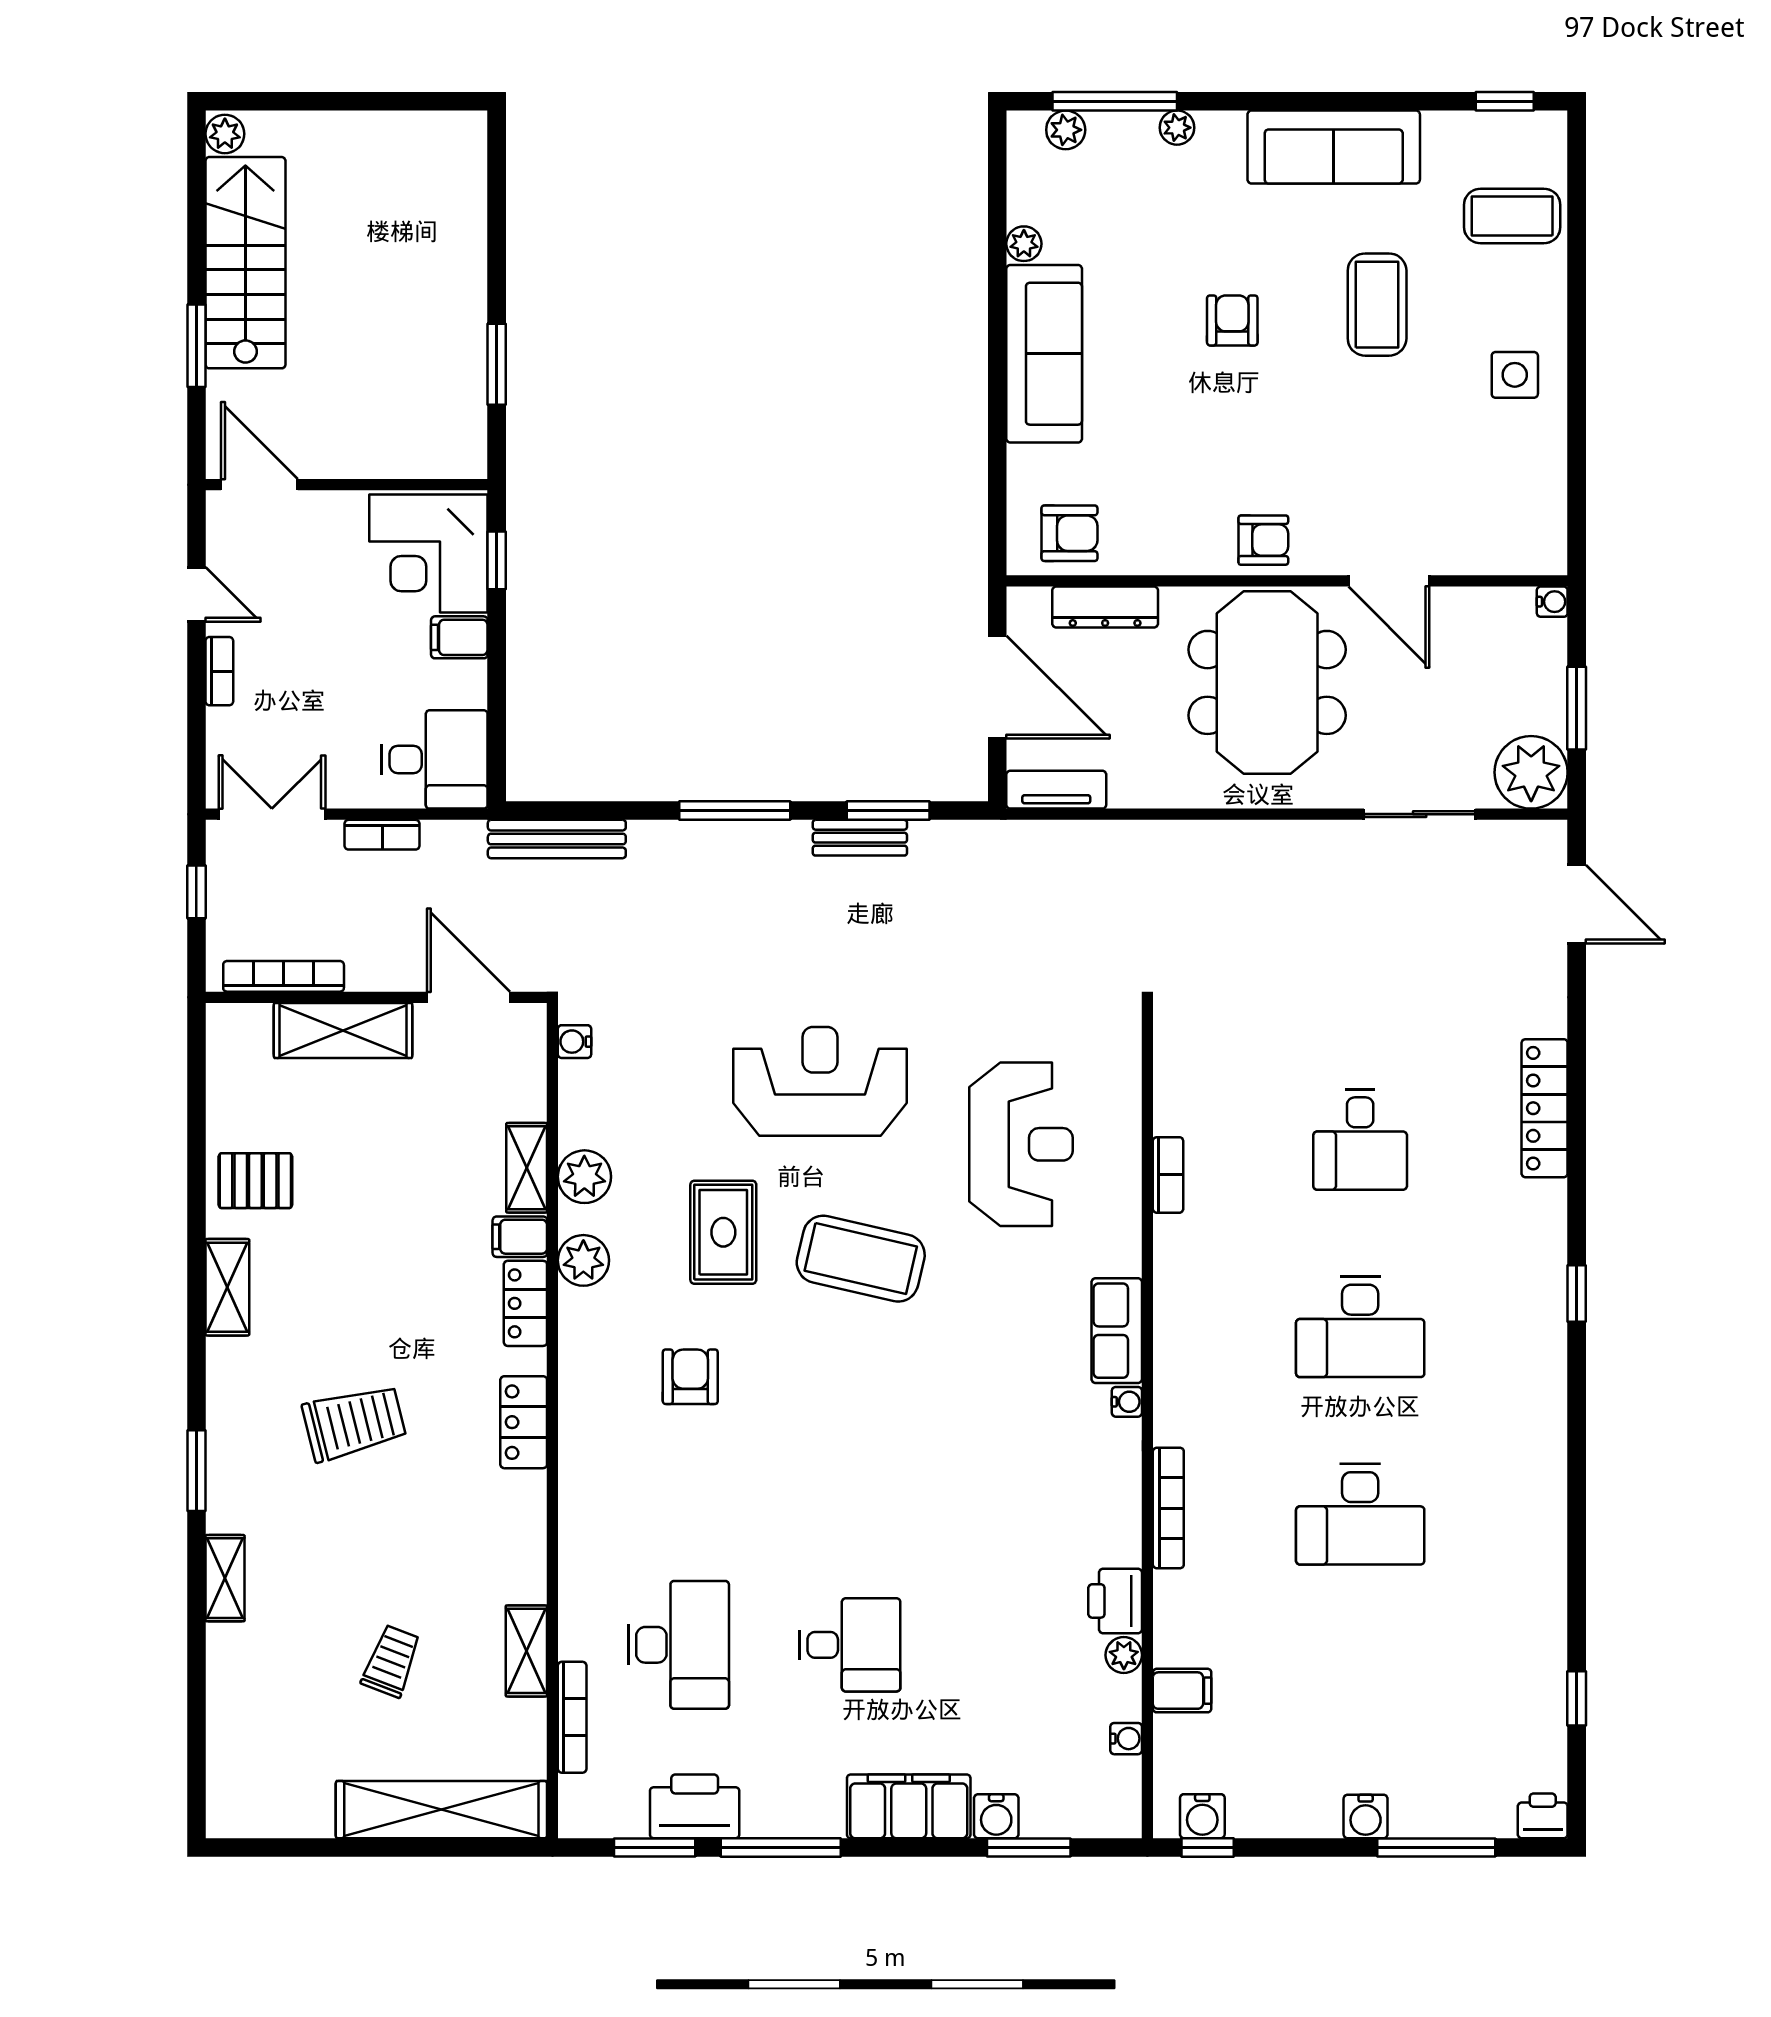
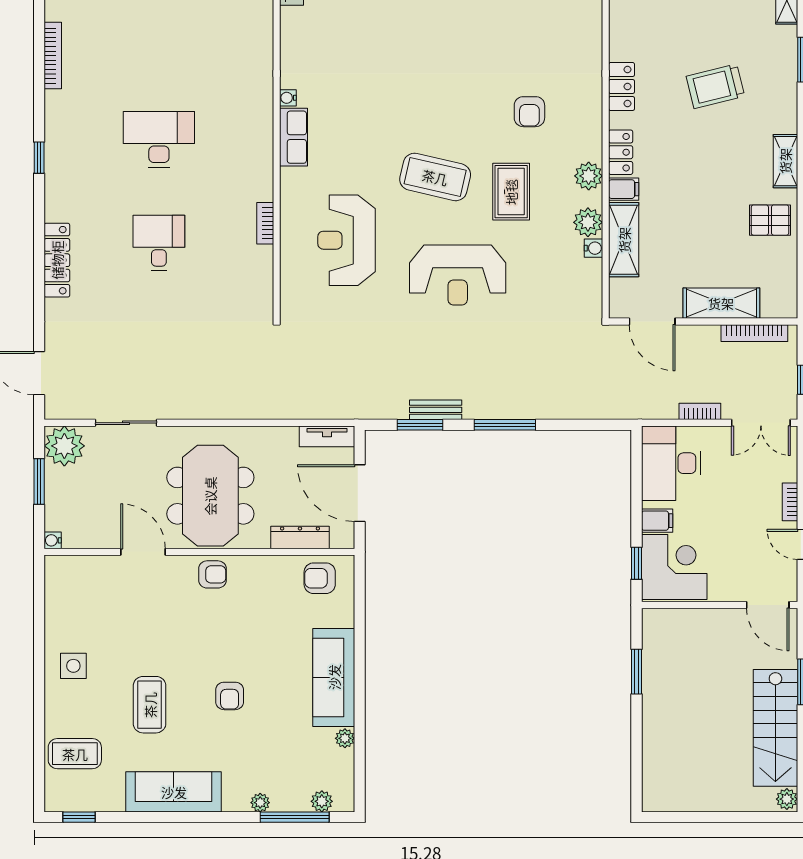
armchair: (1263, 540) -> (212, 574), turned 180
desk: (434, 759) -> (671, 463), width x1.37
bench: (557, 839) -> (603, 409), removed
water cooler: (575, 1042) -> (593, 248), moved
shelving: (527, 1168) -> (624, 240), width x1.50, depth x1.33
bookcase: (1168, 1508) -> (53, 56), moved, turned 180
desk: (1360, 1514) -> (159, 36), removed

